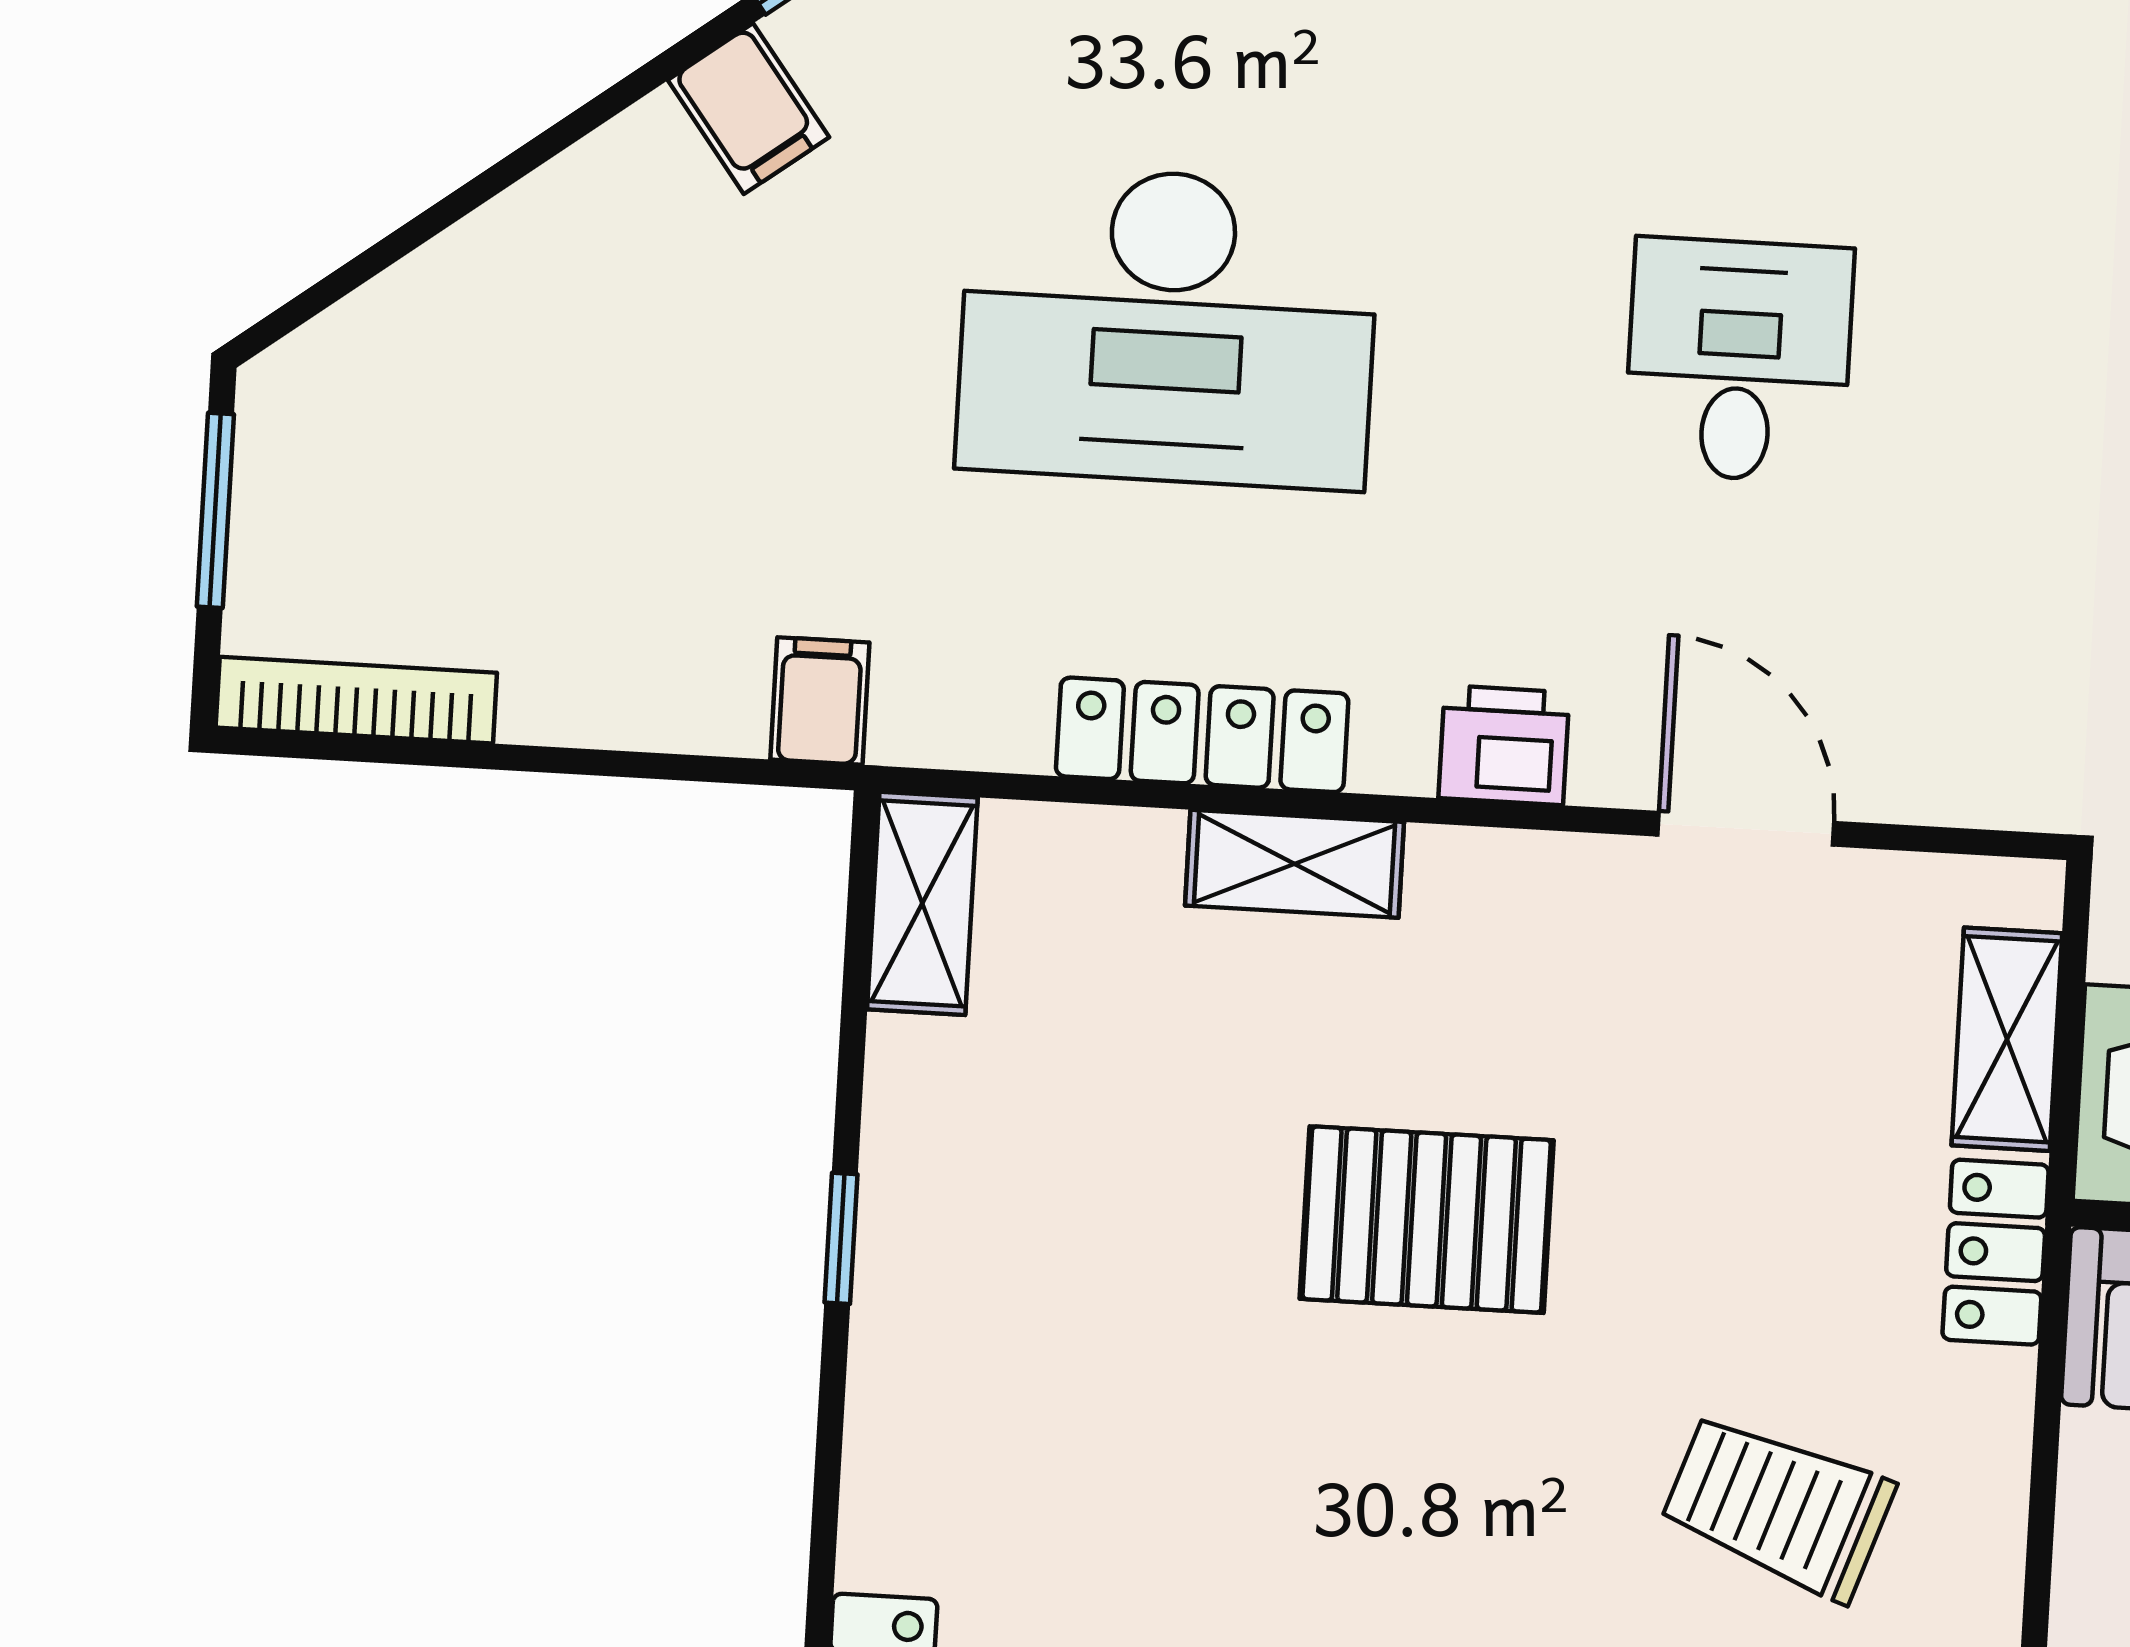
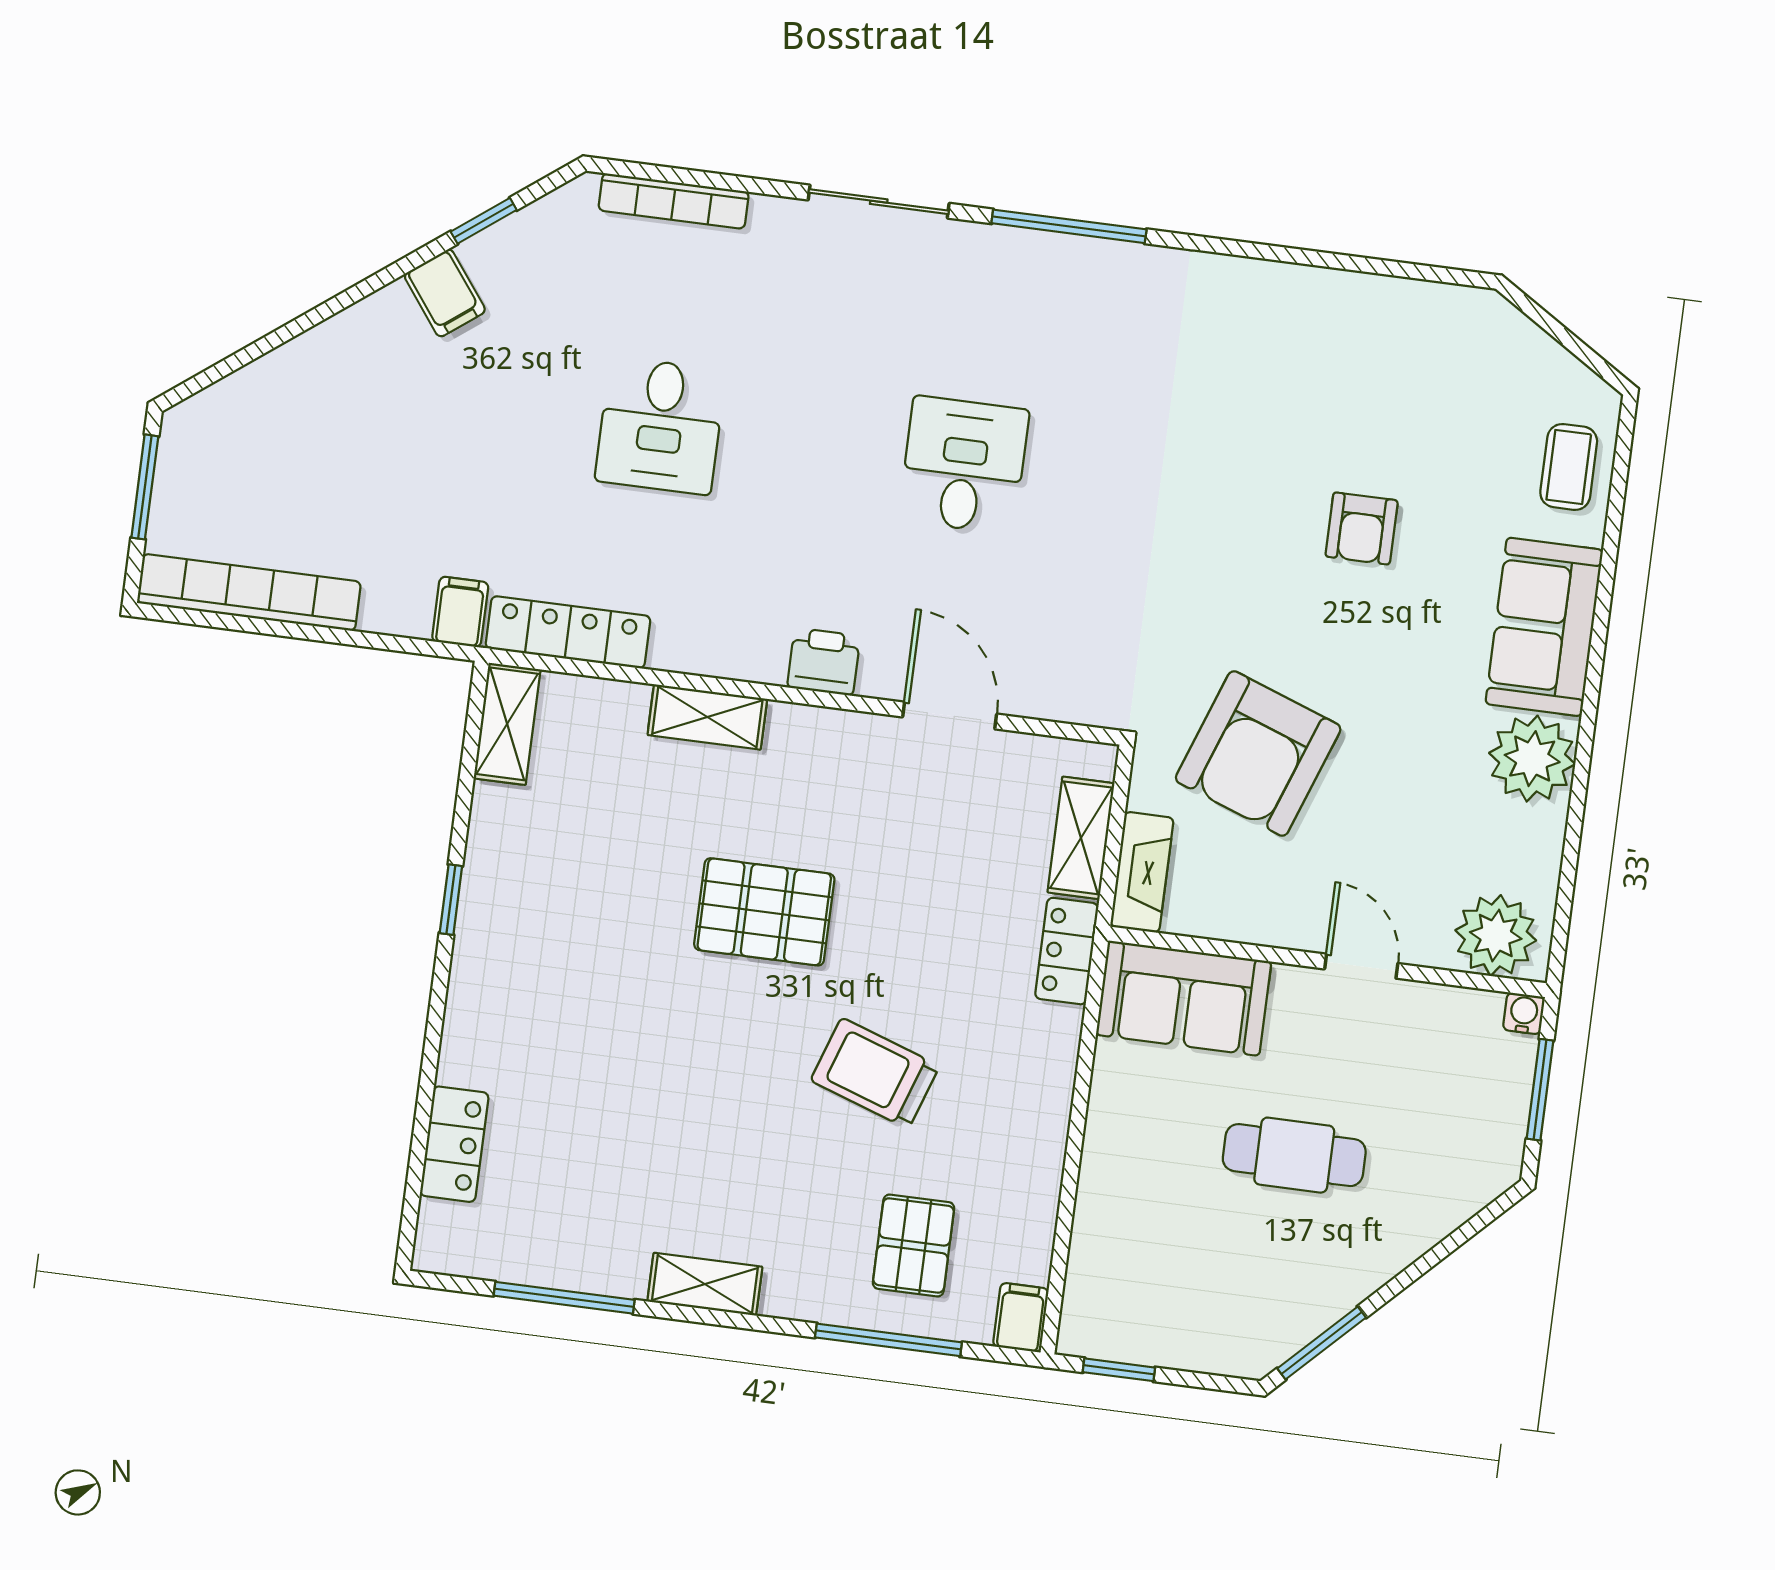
desk: (1168, 327) -> (660, 426), width x0.53, depth x0.77
bookcase: (356, 700) -> (249, 592), width x1.48, depth x1.31
locker: (1202, 735) -> (568, 632), moved
trolley: (1778, 1506) -> (875, 1073), moved

